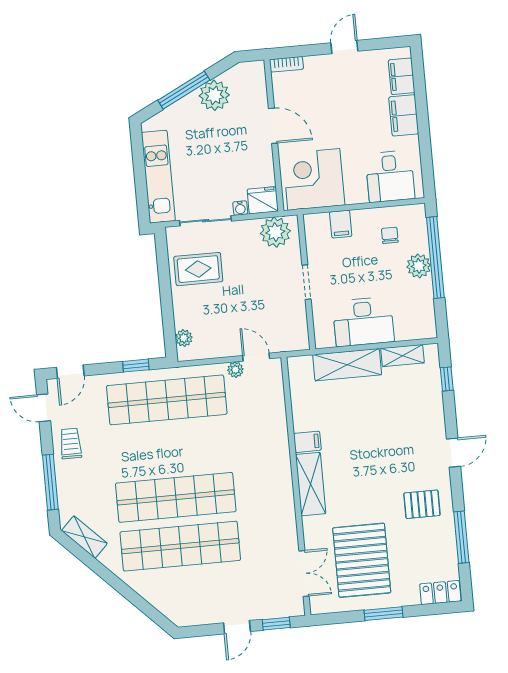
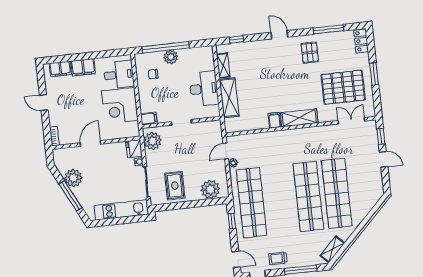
corner desk: (314, 179) -> (120, 106), moved
filing cabinet: (341, 224) -> (149, 119), moved
plant: (184, 338) -> (210, 189), width x1.87, depth x1.87

